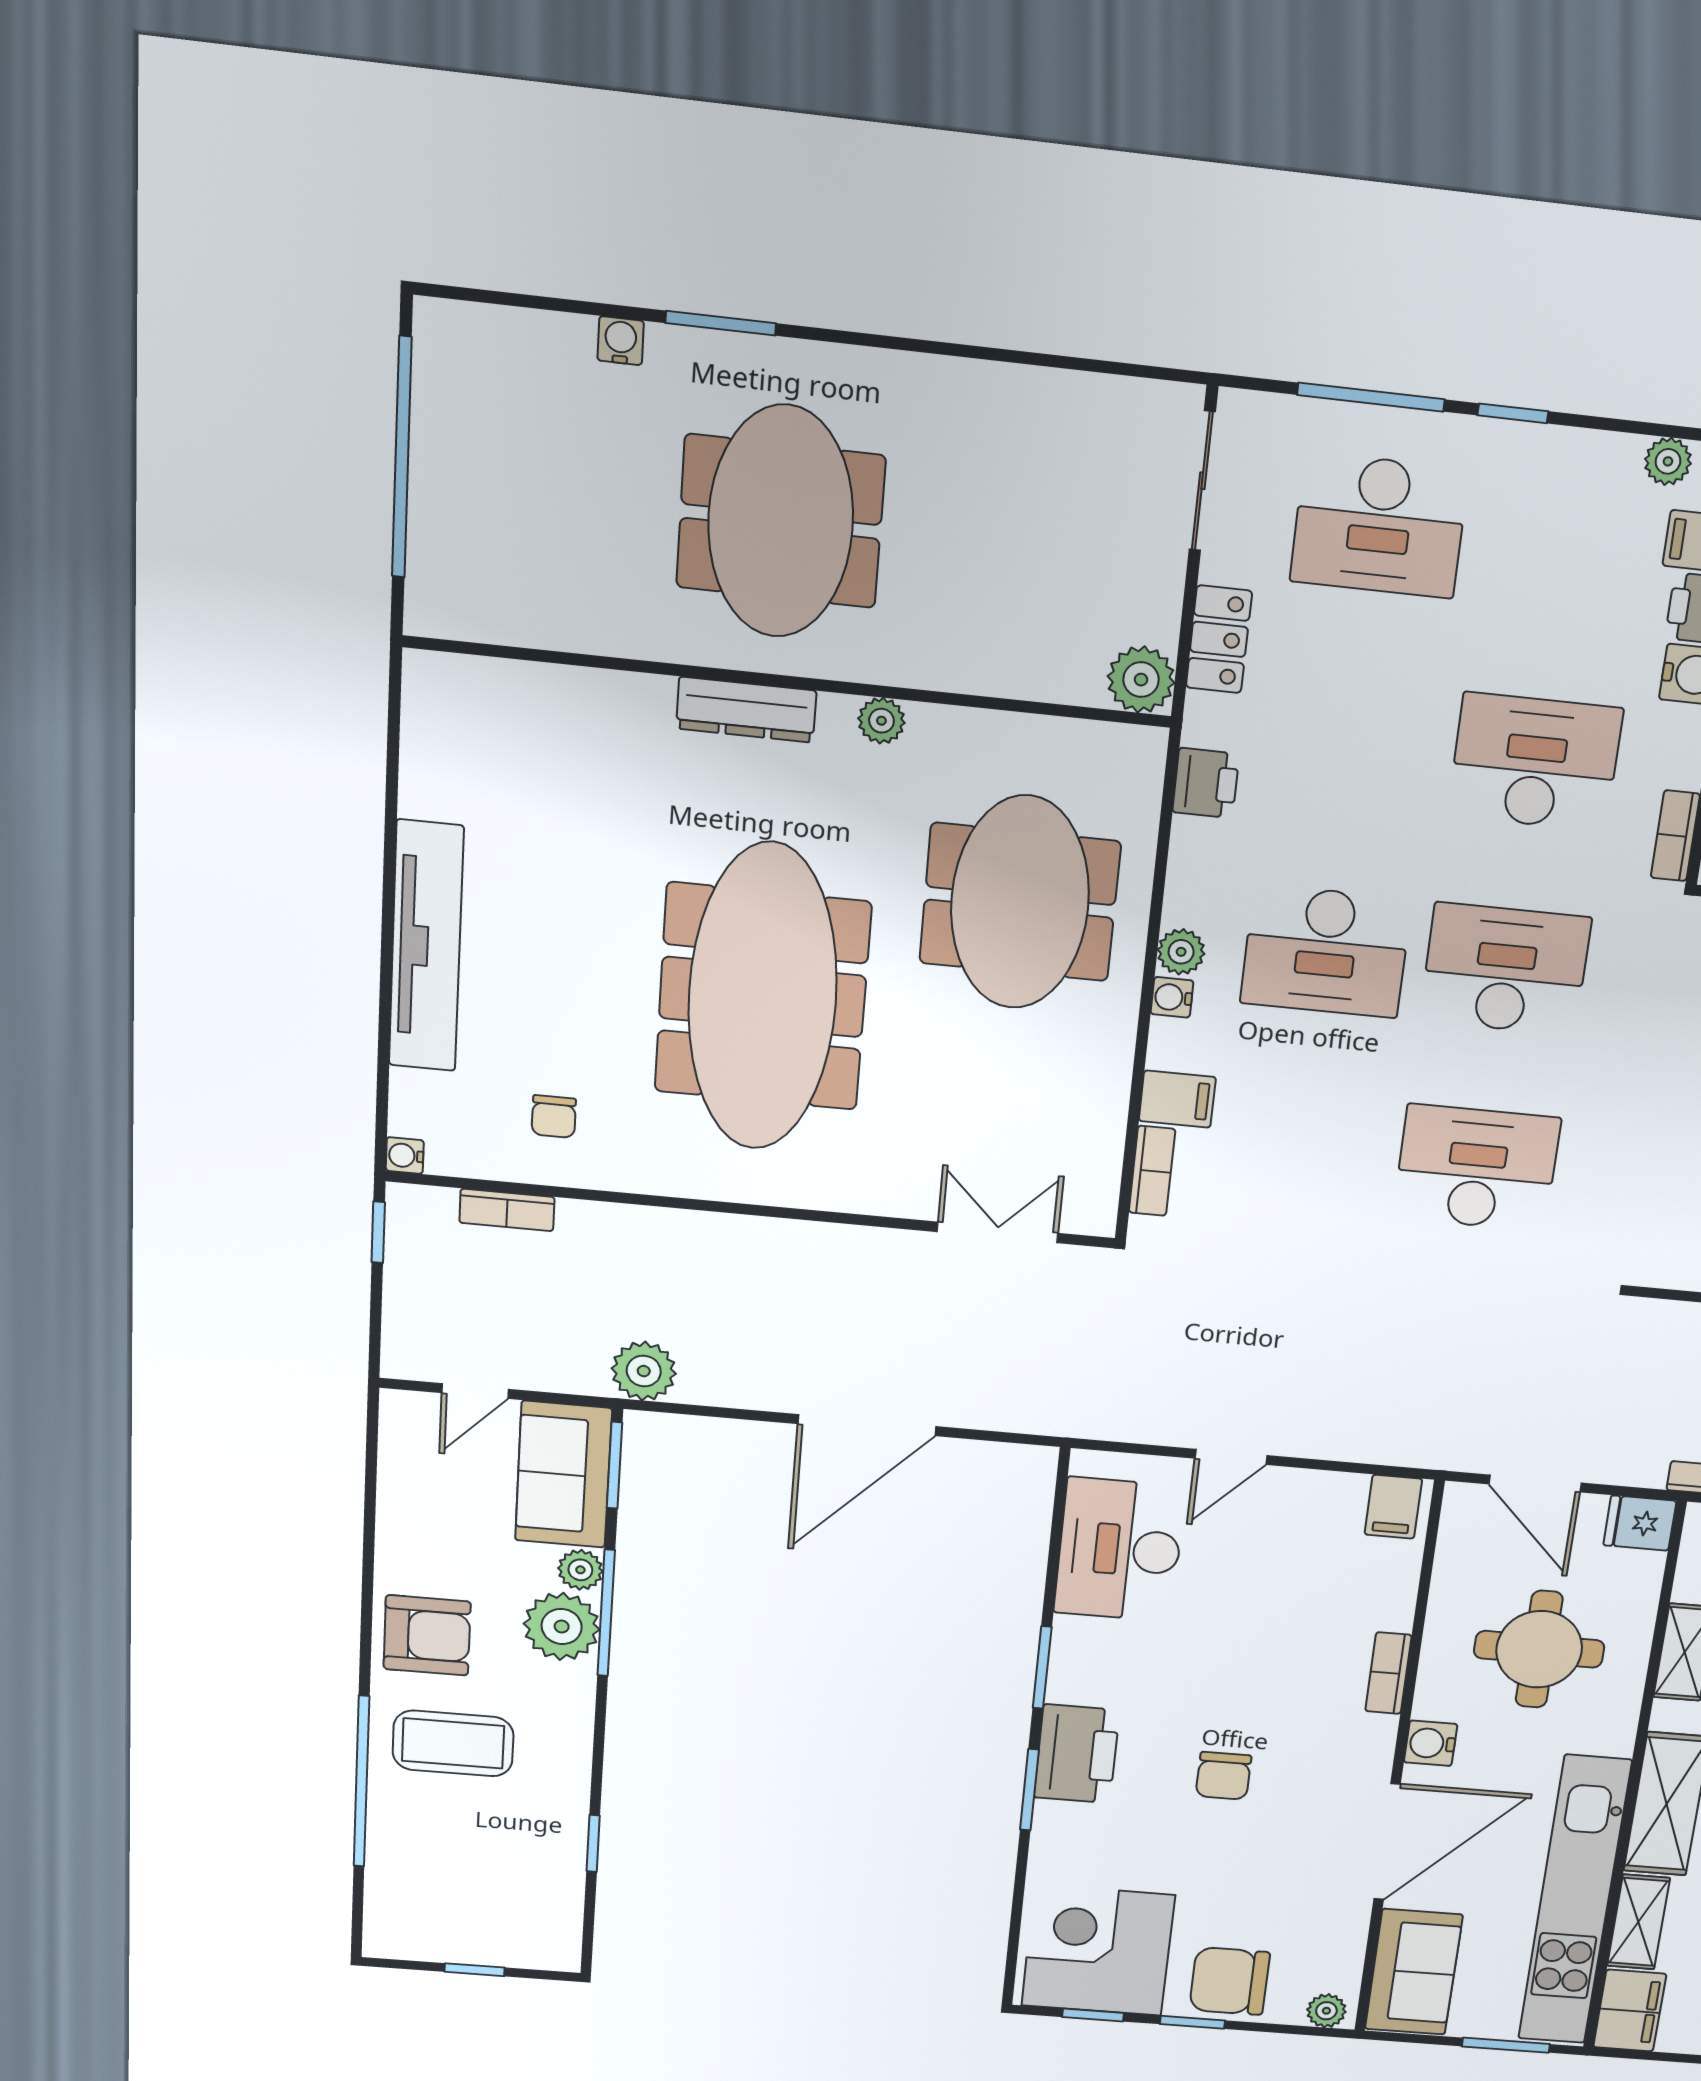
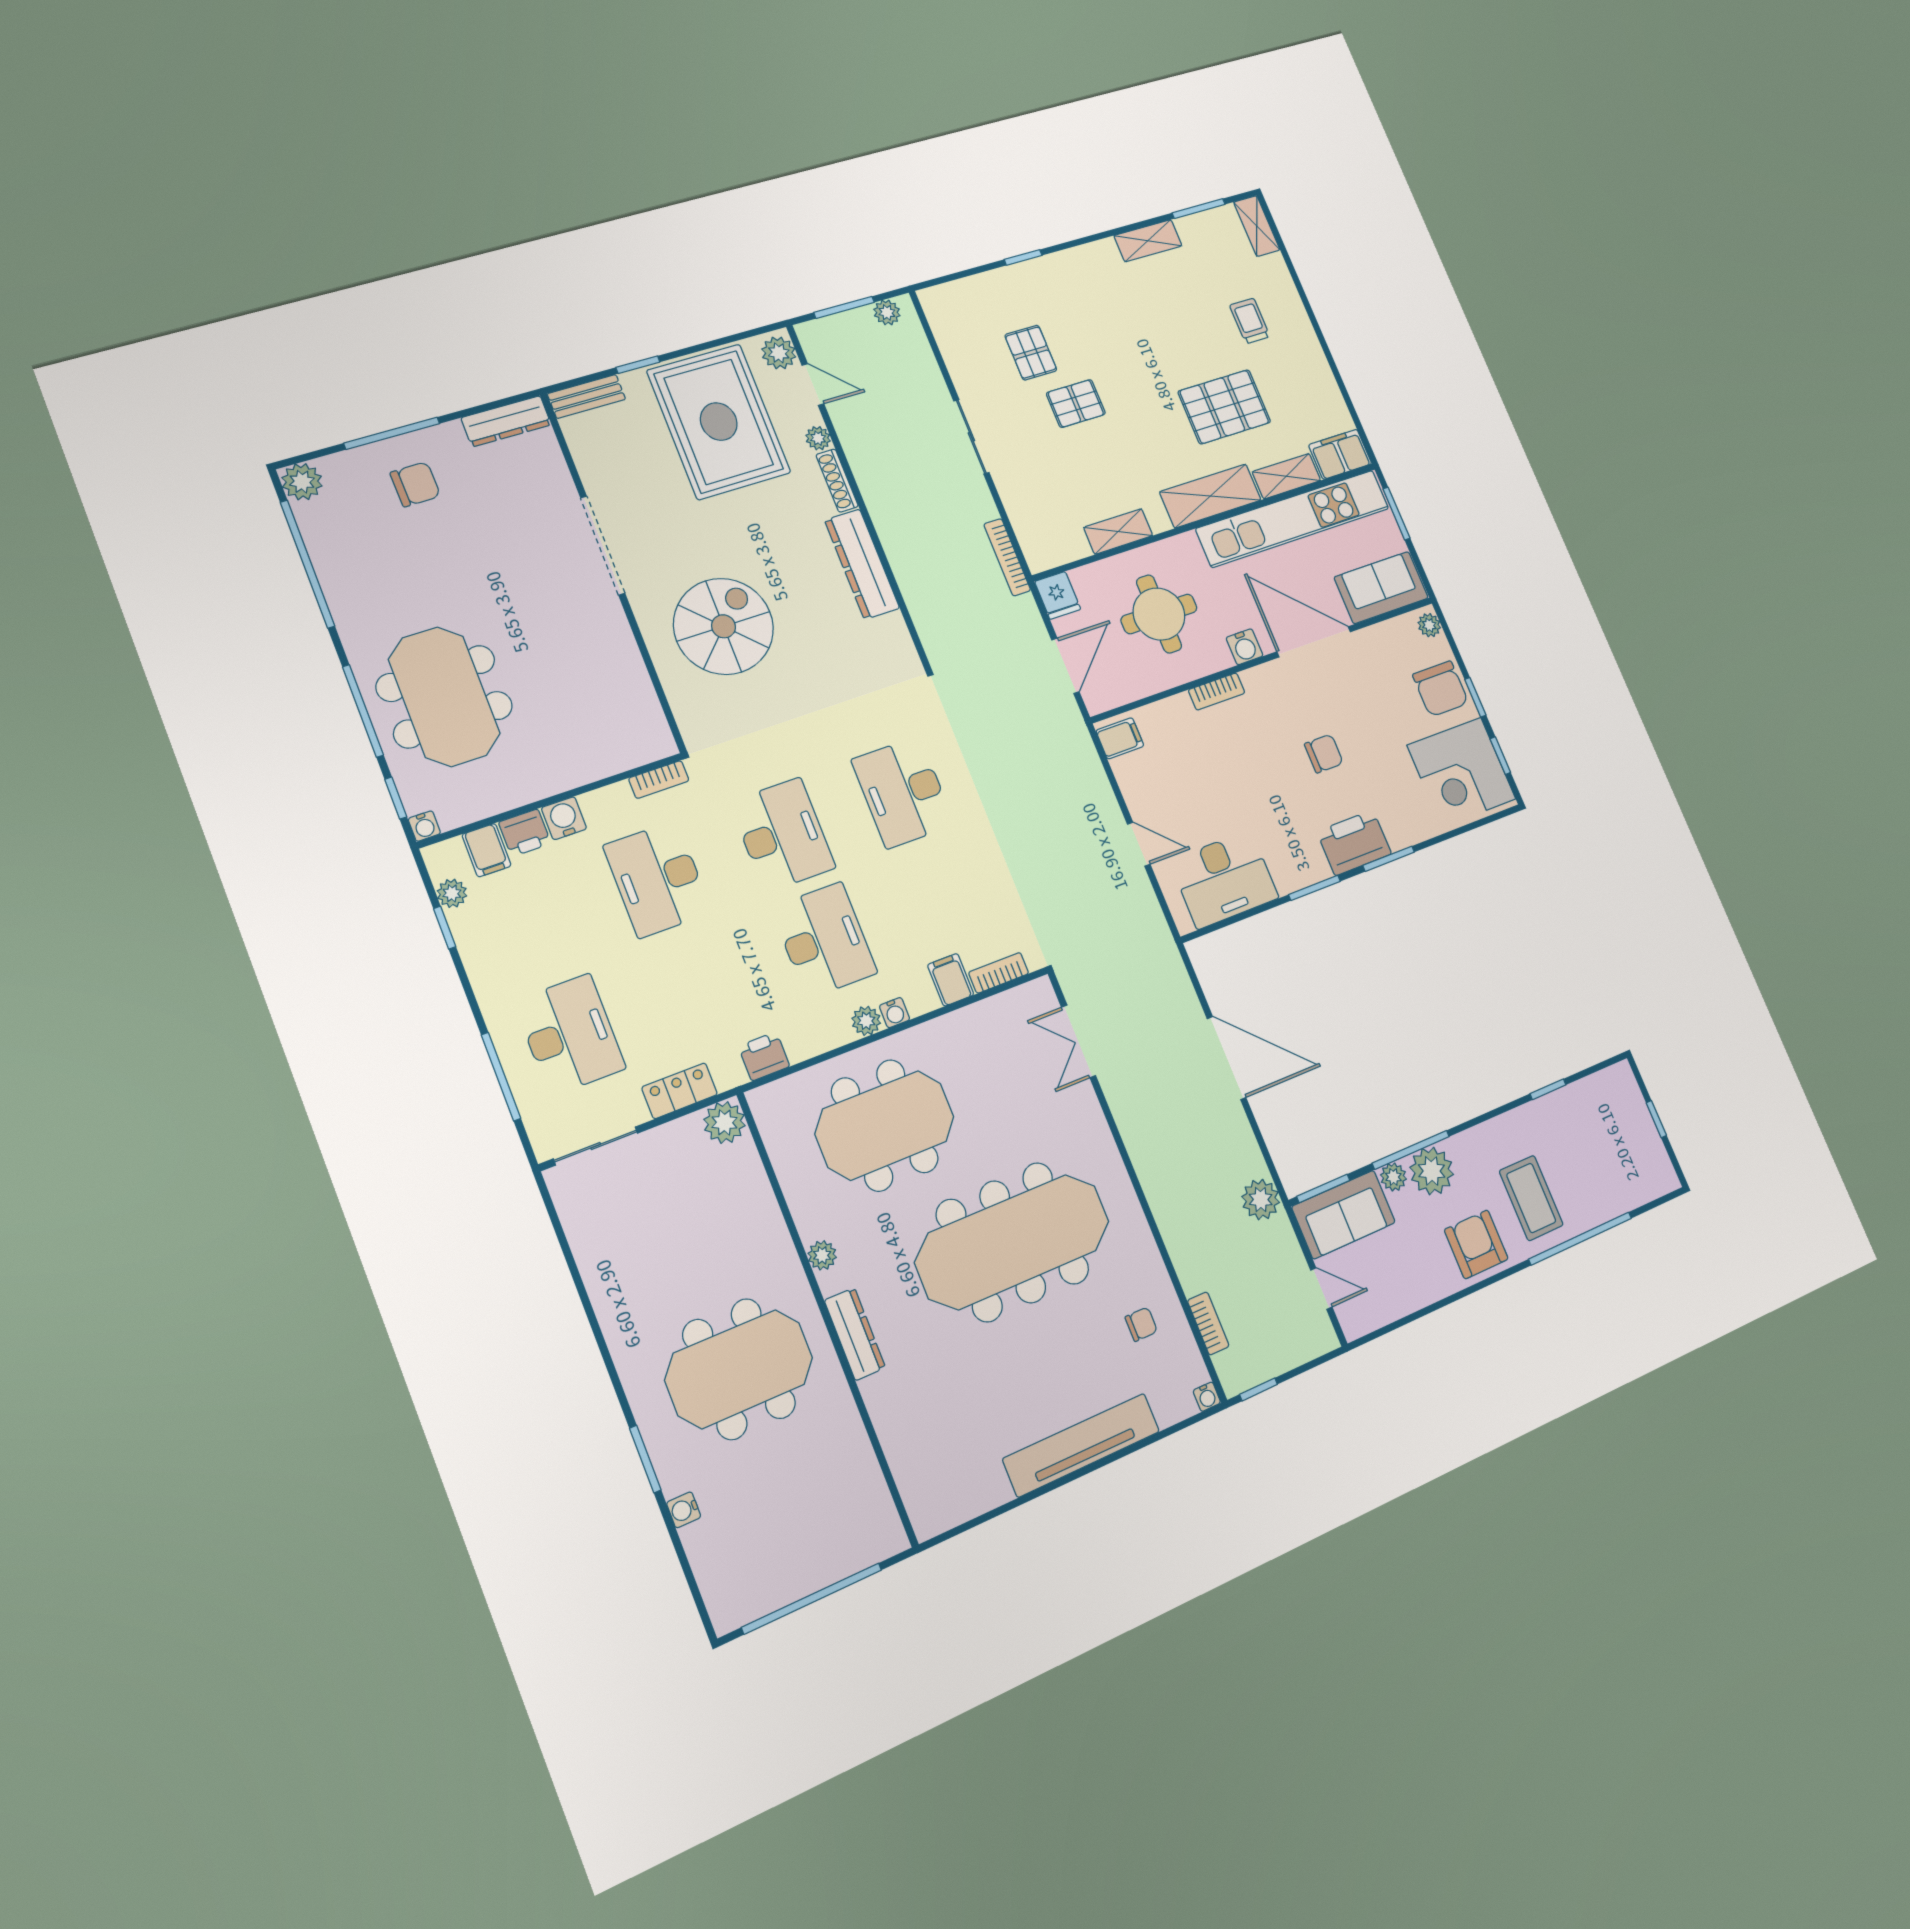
window: (1513, 413) -> (445, 928), moved
desk: (1505, 969) -> (783, 835), turned 180

